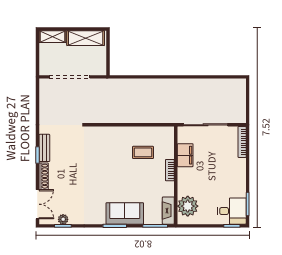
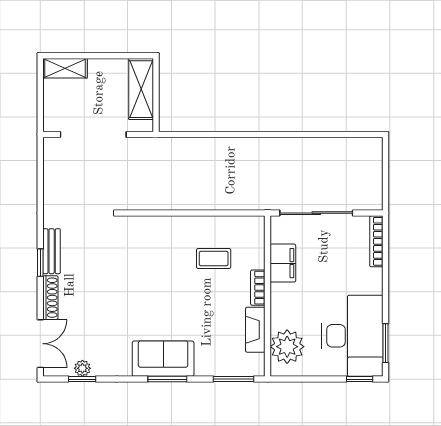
shelving: (86, 38) -> (141, 89), moved, turned 90
fireplace: (168, 211) -> (255, 330), moved
desk: (232, 211) -> (352, 336), width x1.87, depth x1.30
sofa: (125, 213) -> (163, 359), moved

